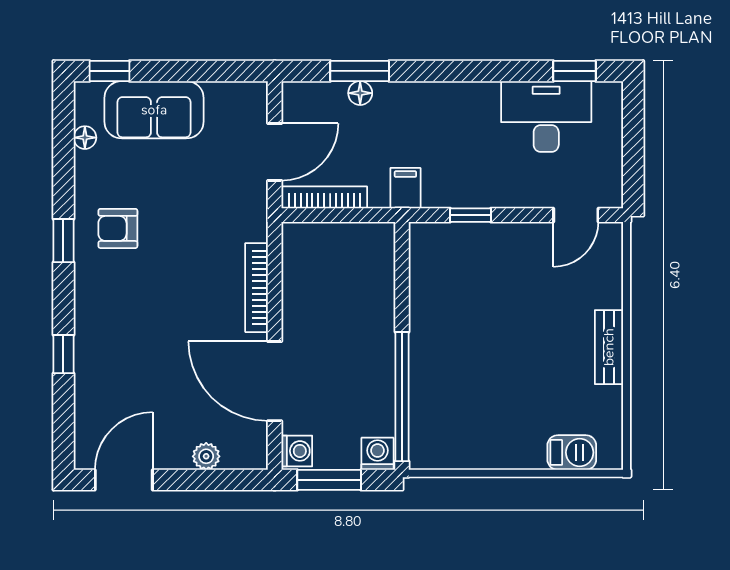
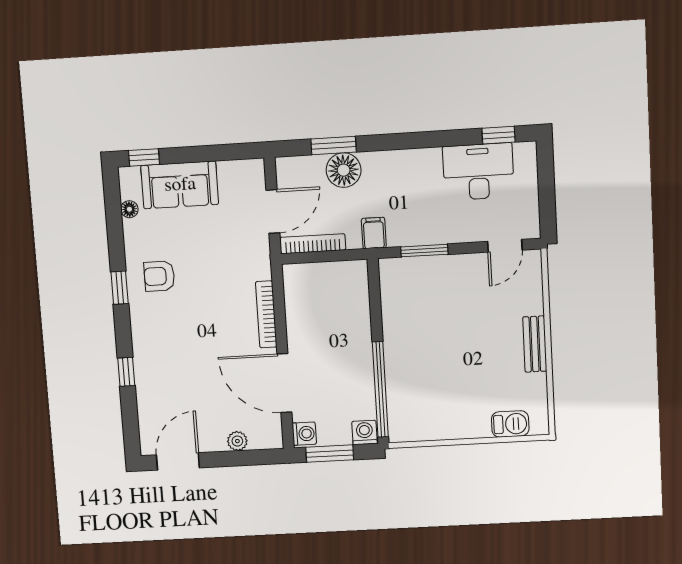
floor lamp: (360, 93) -> (344, 170), width x1.89, depth x1.89
window: (470, 215) -> (424, 251), width x1.50

